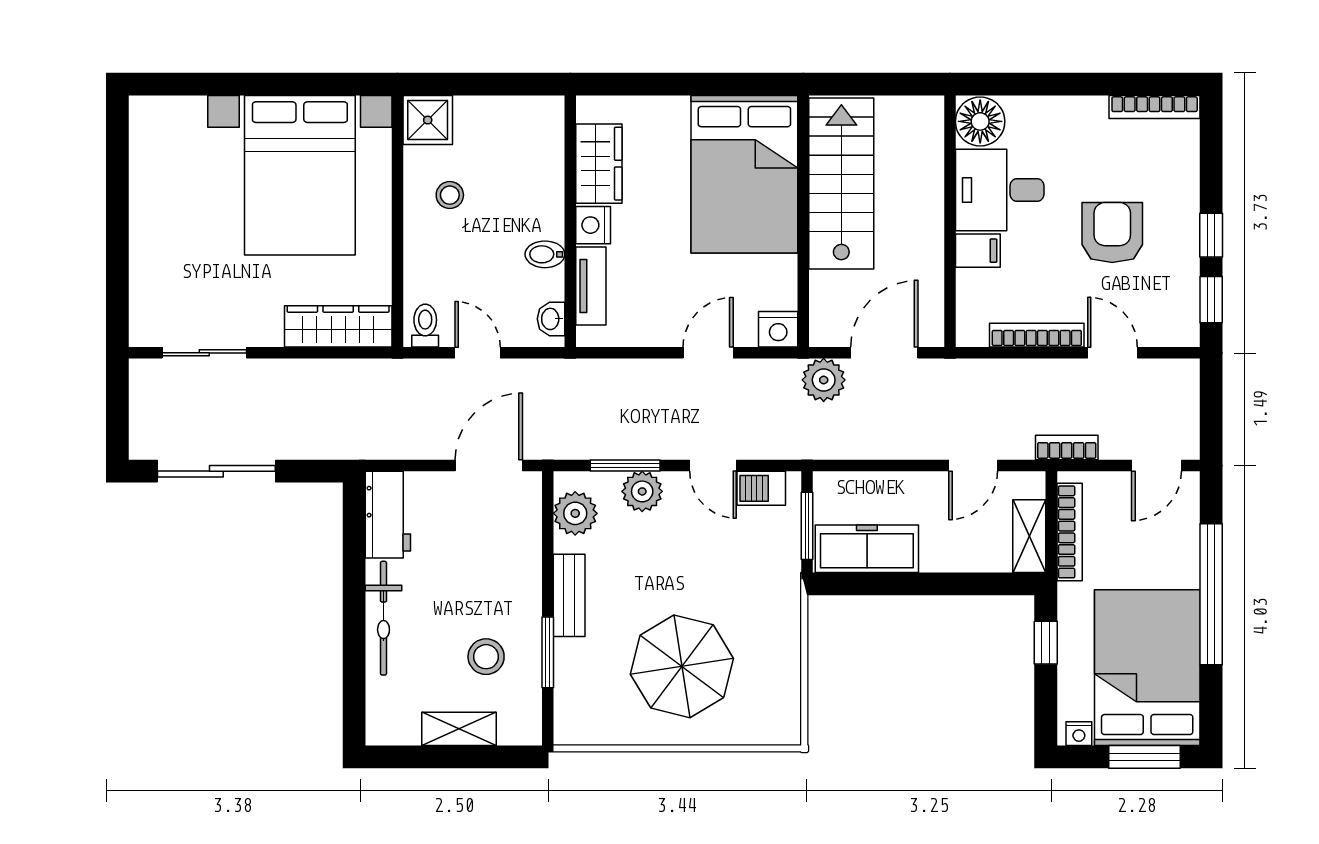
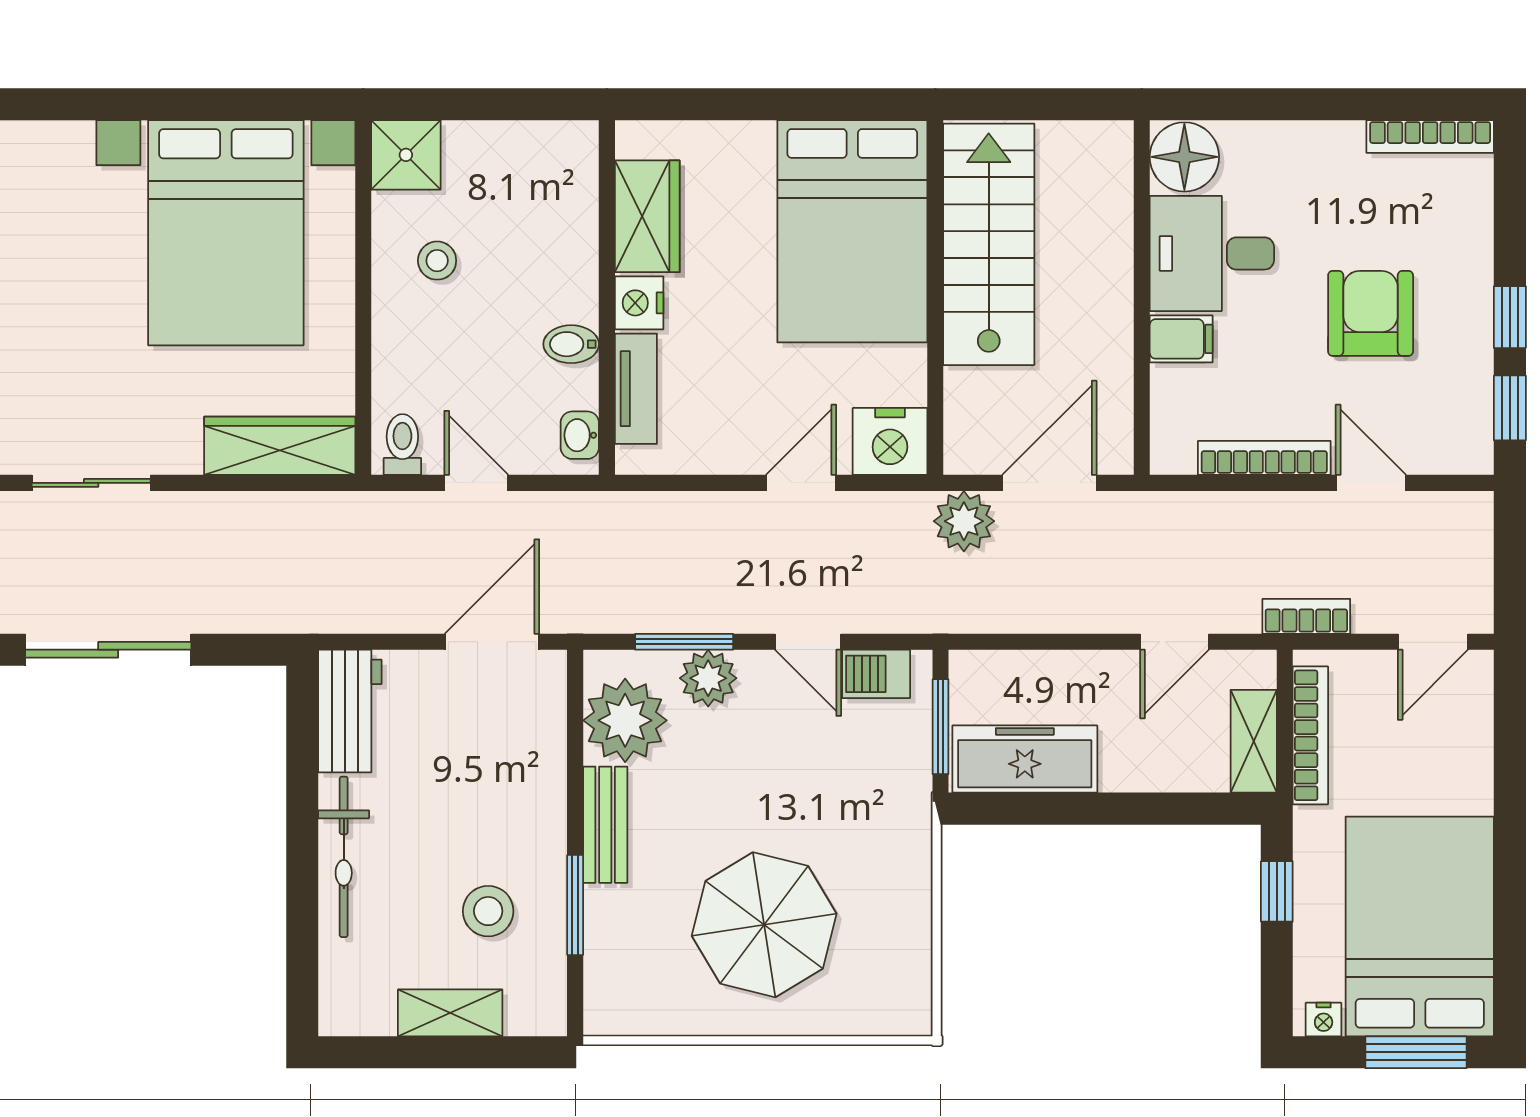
nightstand: (778, 329) -> (890, 441), width x1.36, depth x1.33
plant: (575, 513) -> (625, 720), width x1.36, depth x1.36
window: (1211, 594) -> (1510, 823), removed

